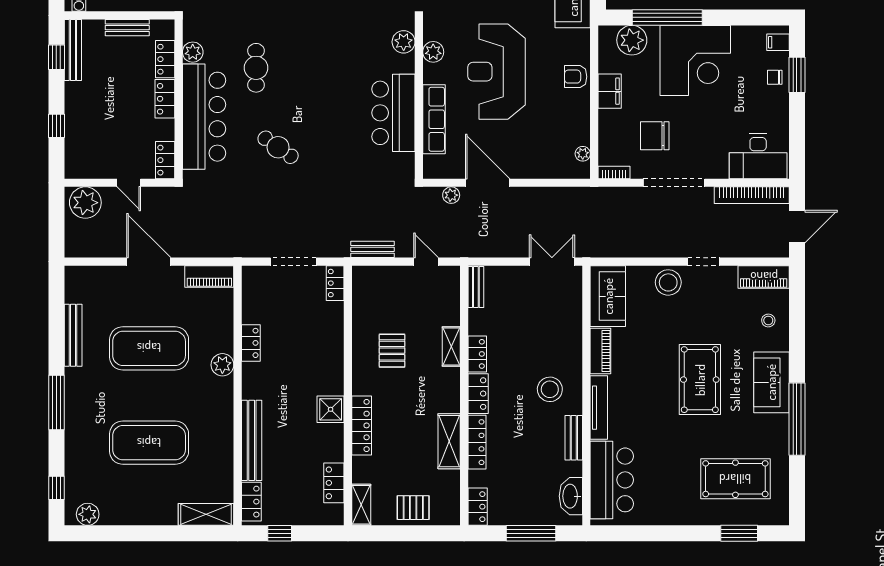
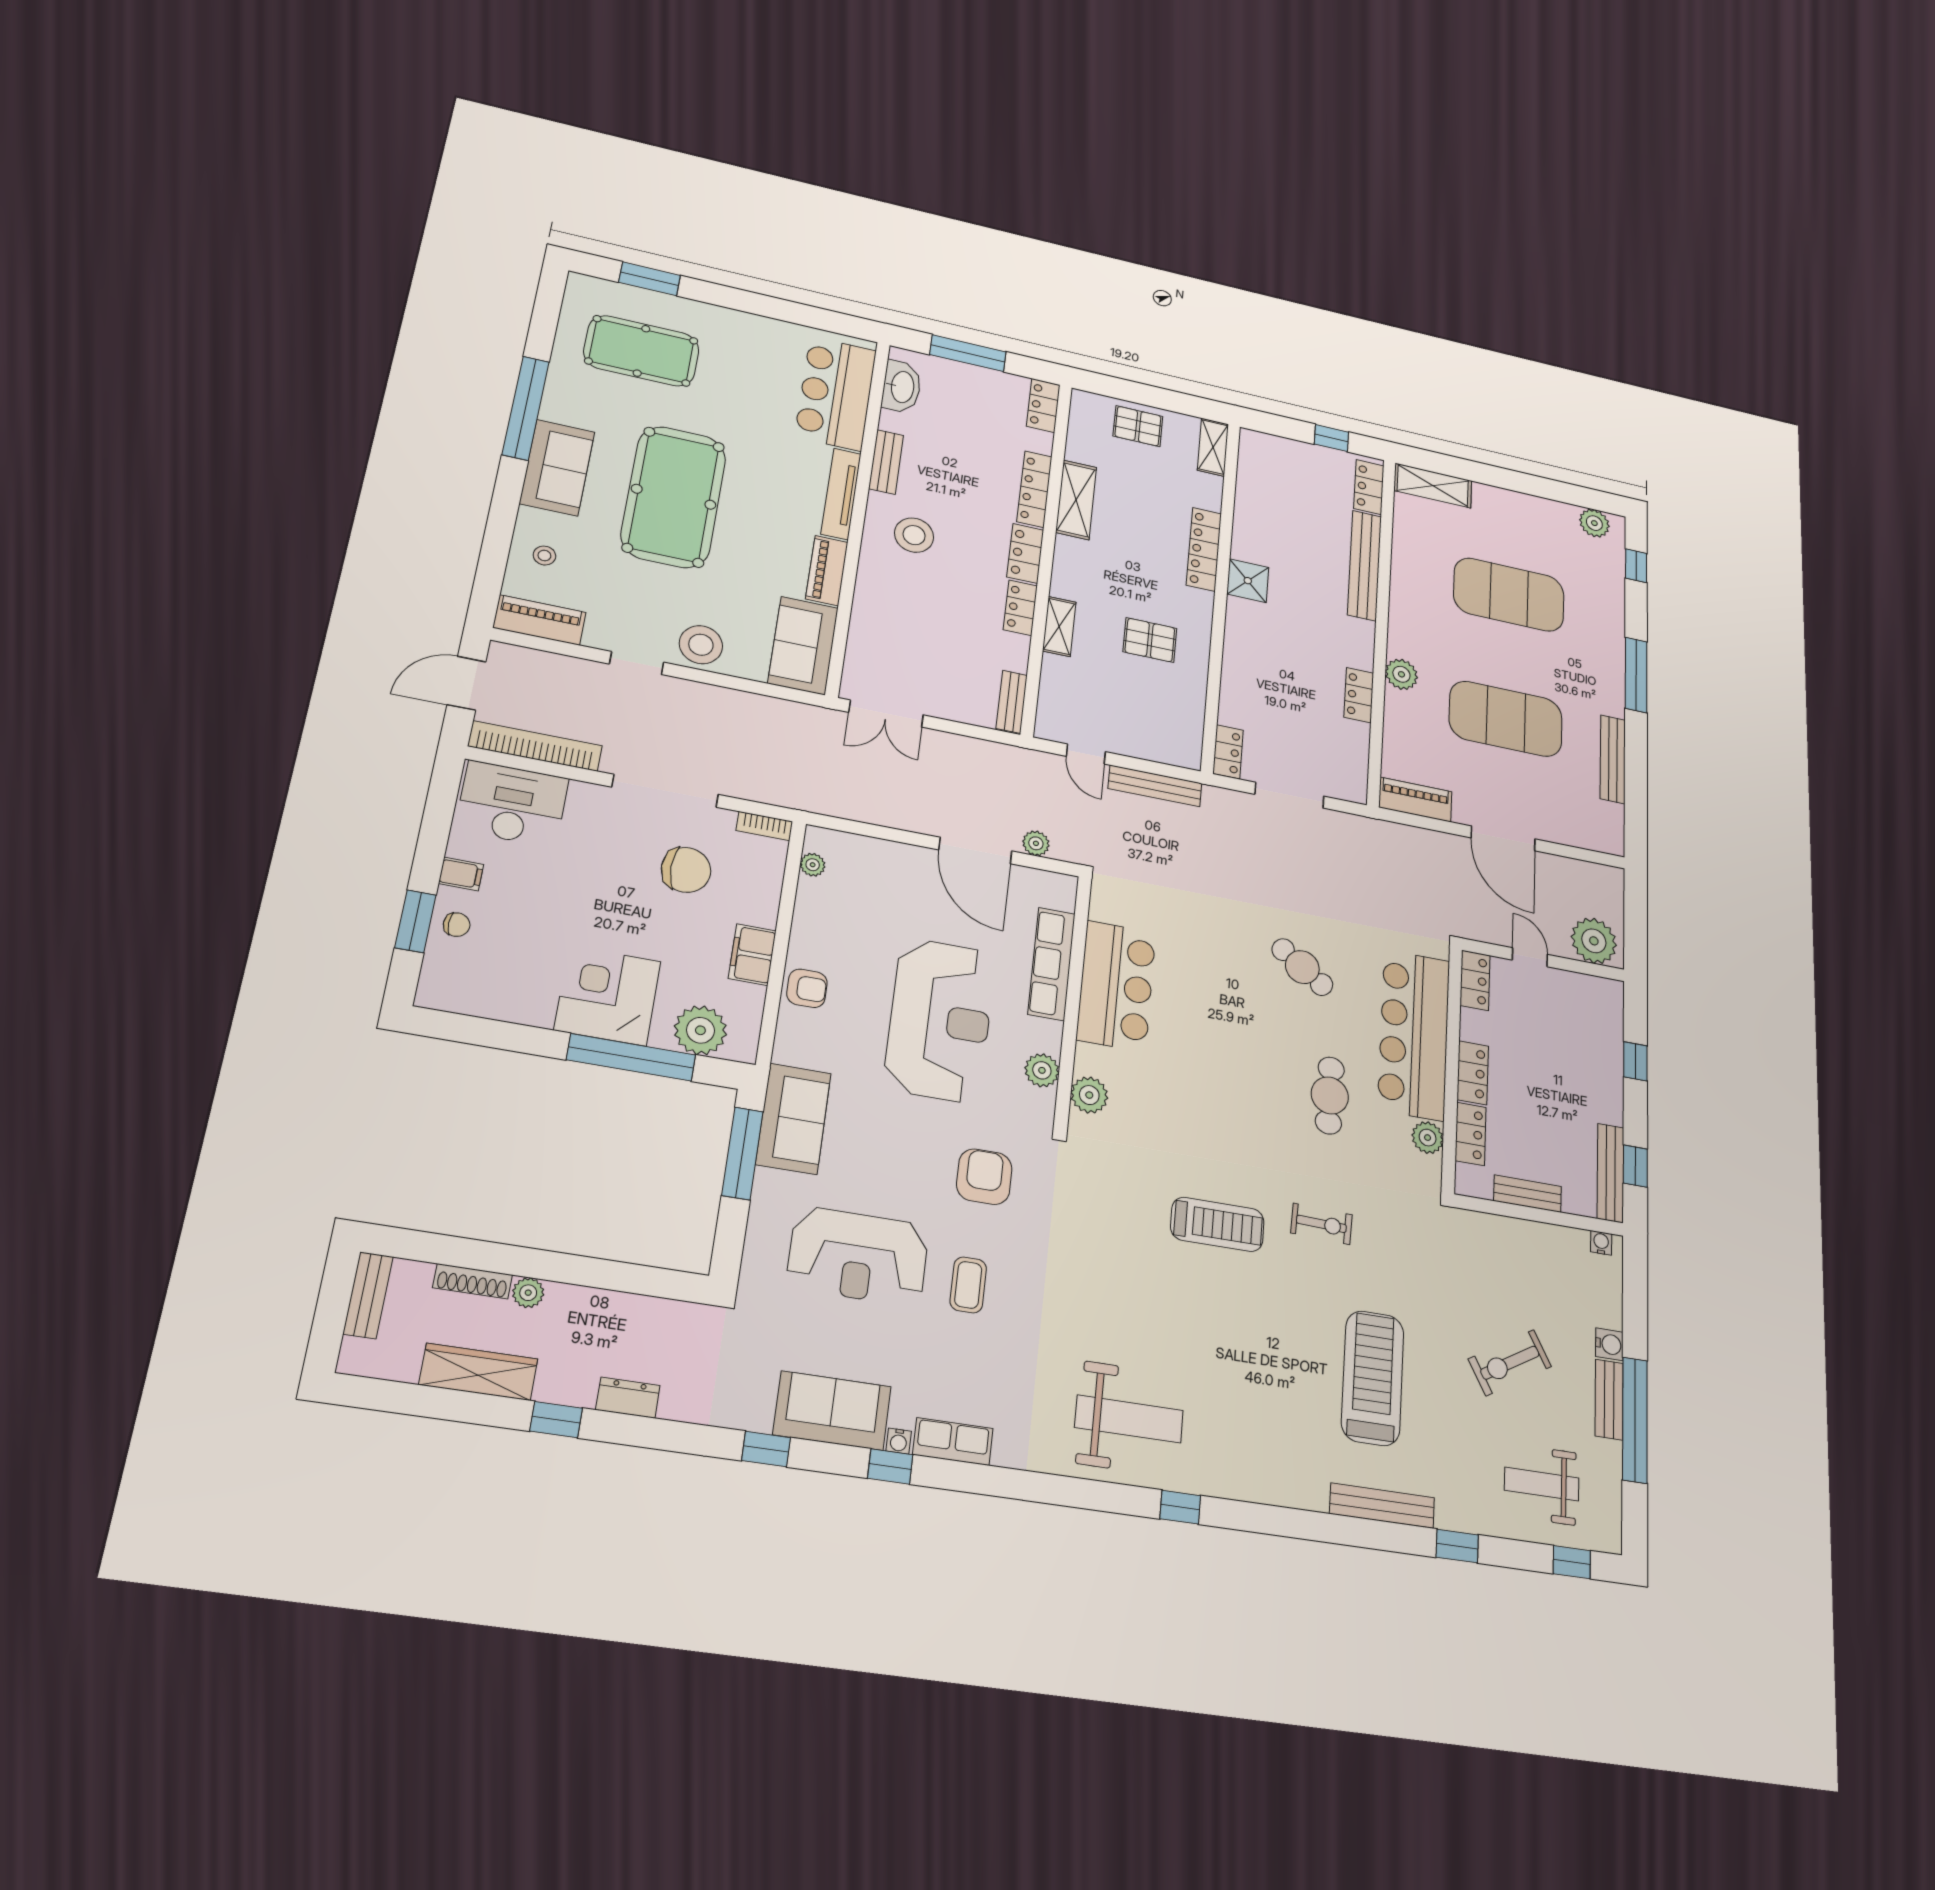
filing cabinet: (778, 42) -> (461, 874), moved
corner desk: (695, 60) -> (608, 996), width x0.74, depth x0.74
bench: (373, 249) -> (1155, 786), width x1.36
pallet: (392, 351) -> (1150, 640), turned 90
pool table: (700, 380) -> (674, 497), width x1.36, depth x1.32
locker: (334, 483) -> (1250, 484), removed

